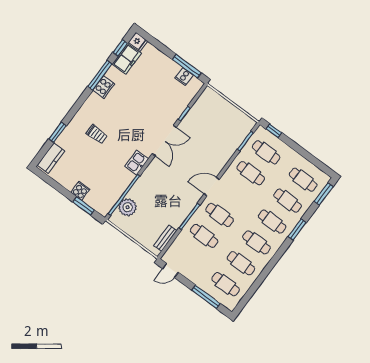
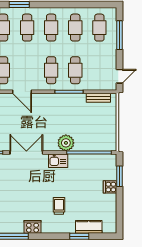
cooker: (104, 87) -> (32, 227), moved
kitchen counter: (51, 158) -> (89, 227), moved
door: (212, 187) -> (22, 92), moved
plant: (128, 207) -> (66, 143), moved
door: (170, 270) -> (120, 76), hinge flipped

